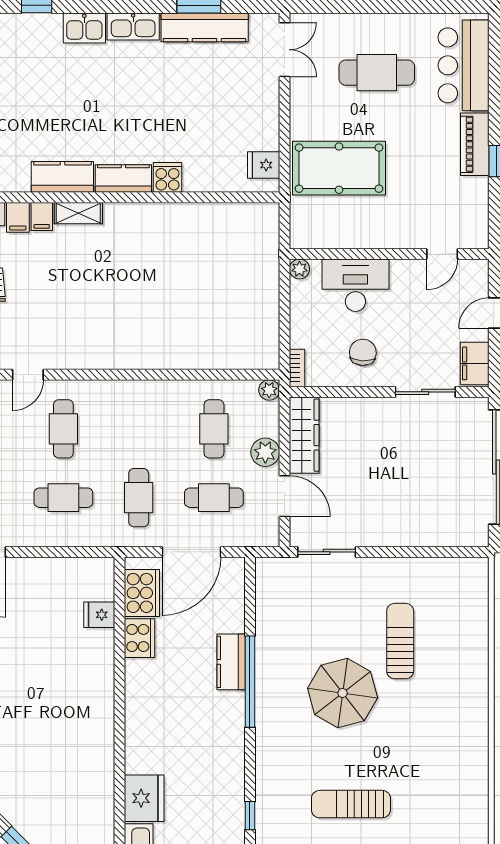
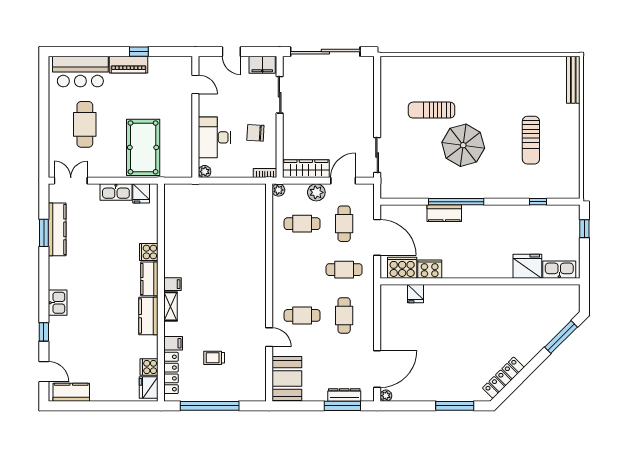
kitchen sink: (133, 26) -> (116, 192), moved, turned 90
filing cabinet: (42, 217) -> (173, 284), moved

